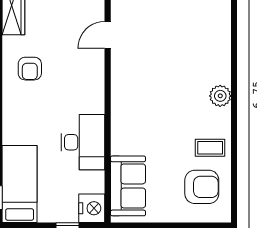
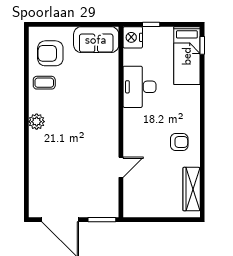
armchair: (30, 69) -> (179, 142), turned 90
sofa: (128, 186) -> (96, 40), moved, turned -90

